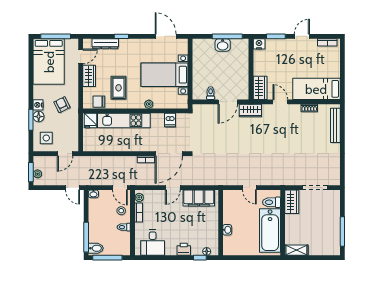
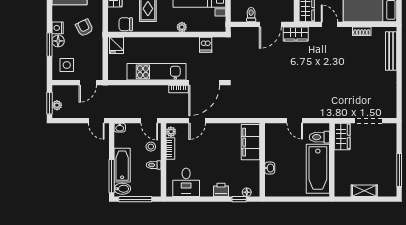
kitchen unit: (124, 120) -> (156, 72), moved, turned 180
door: (173, 188) -> (197, 121), moved
filing cabinet: (199, 198) -> (251, 142), moved, turned 90
bathtub: (96, 227) -> (122, 165), added
shelving: (296, 250) -> (364, 191), moved

